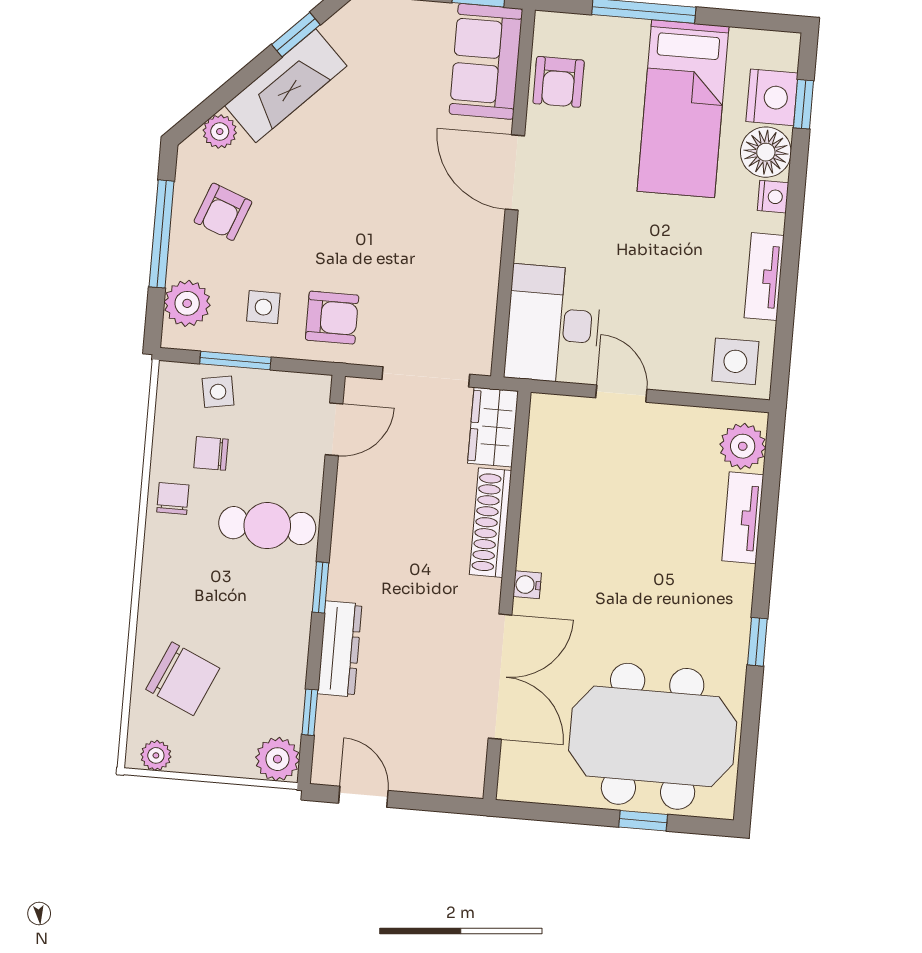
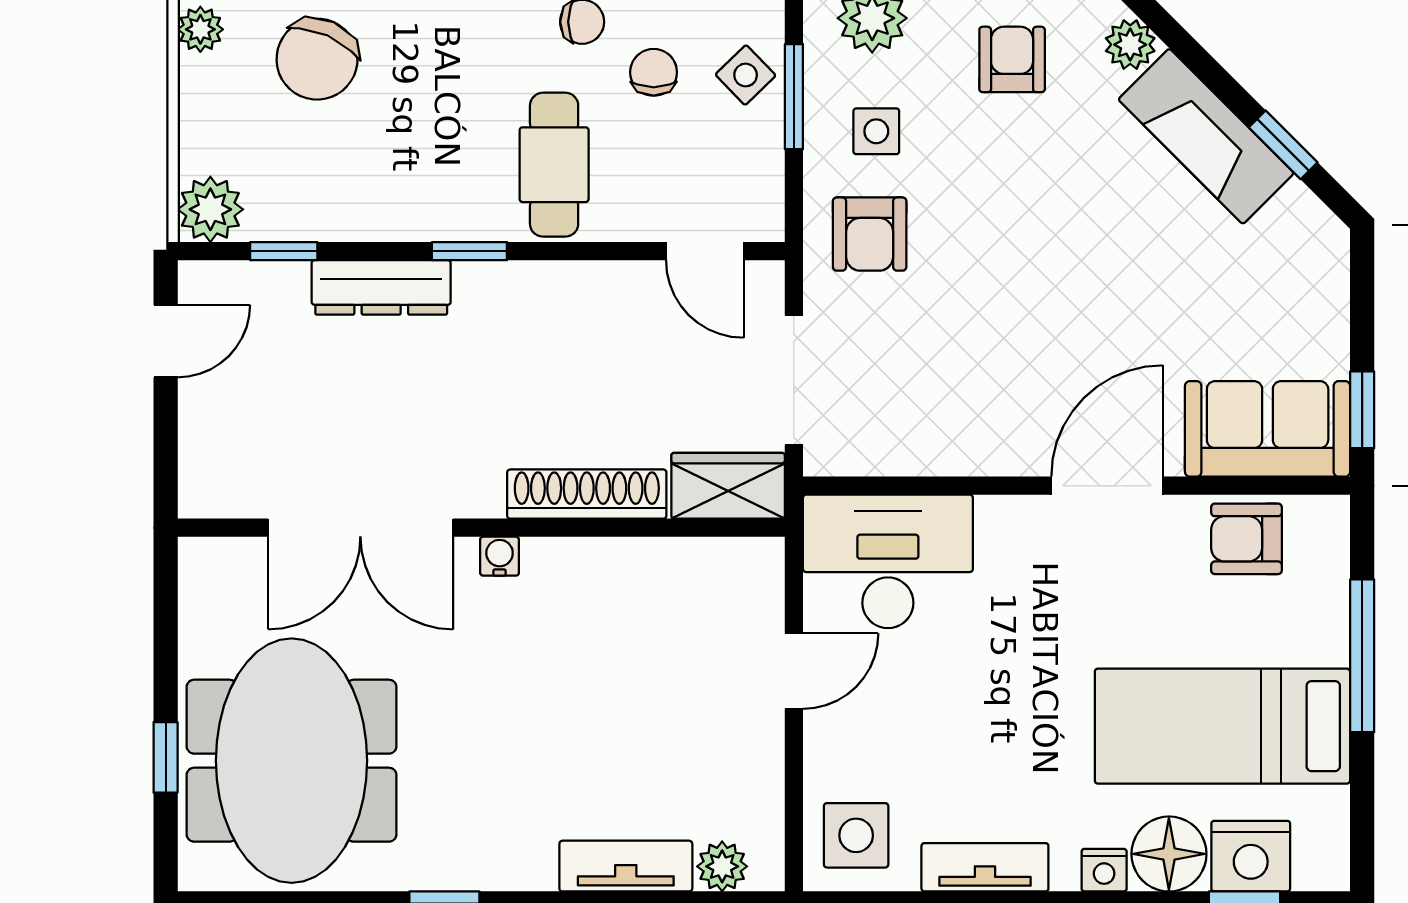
armchair: (223, 212) -> (1012, 59), turned 69
side table: (218, 392) -> (746, 75), turned -34
plant: (743, 446) -> (722, 866), width x0.73, depth x0.73

